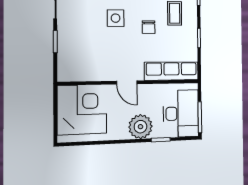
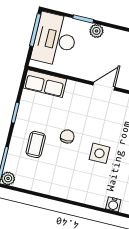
row of seats: (171, 71) -> (45, 83), width x0.68
door: (127, 83) -> (104, 86), hinge flipped
plant: (140, 127) -> (96, 31), width x0.53, depth x0.53

